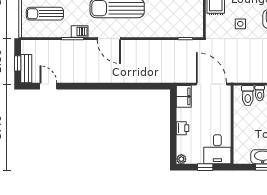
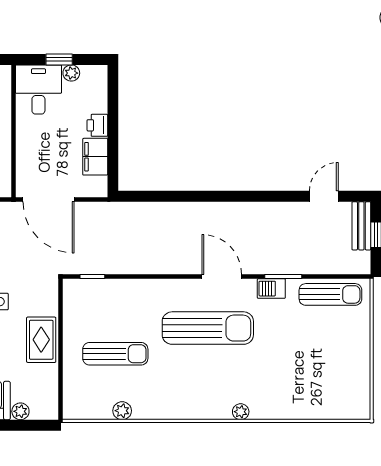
sun lounger: (45, 14) -> (330, 294), moved
door: (48, 86) -> (324, 196), swing flipped
filing cabinet: (184, 96) -> (95, 157), moved
plant: (181, 159) -> (71, 73), moved

